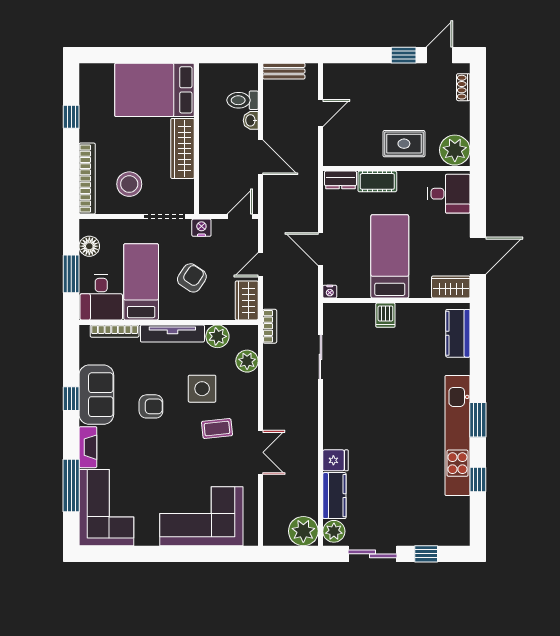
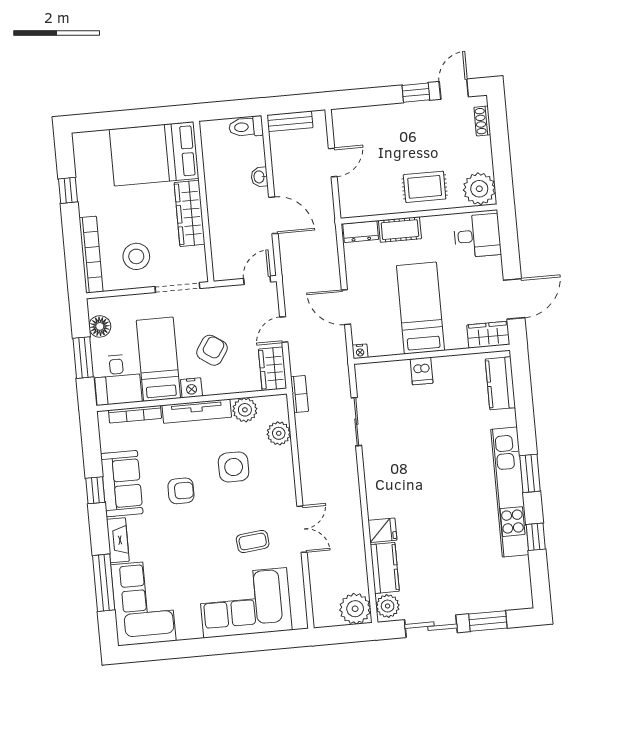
toilet: (243, 100) -> (246, 127), moved
nightstand: (201, 228) -> (191, 388), moved, turned 180
coffee table: (217, 429) -> (253, 541), moved
window: (426, 554) -> (488, 621), width x1.50

